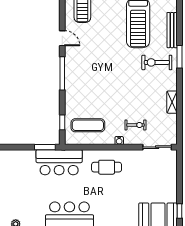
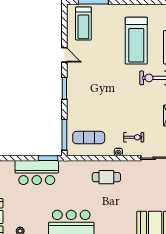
window: (62, 73) -> (64, 88), width x0.69
window: (62, 122) -> (64, 135), width x2.17
bar counter: (59, 162) -> (37, 173), moved

